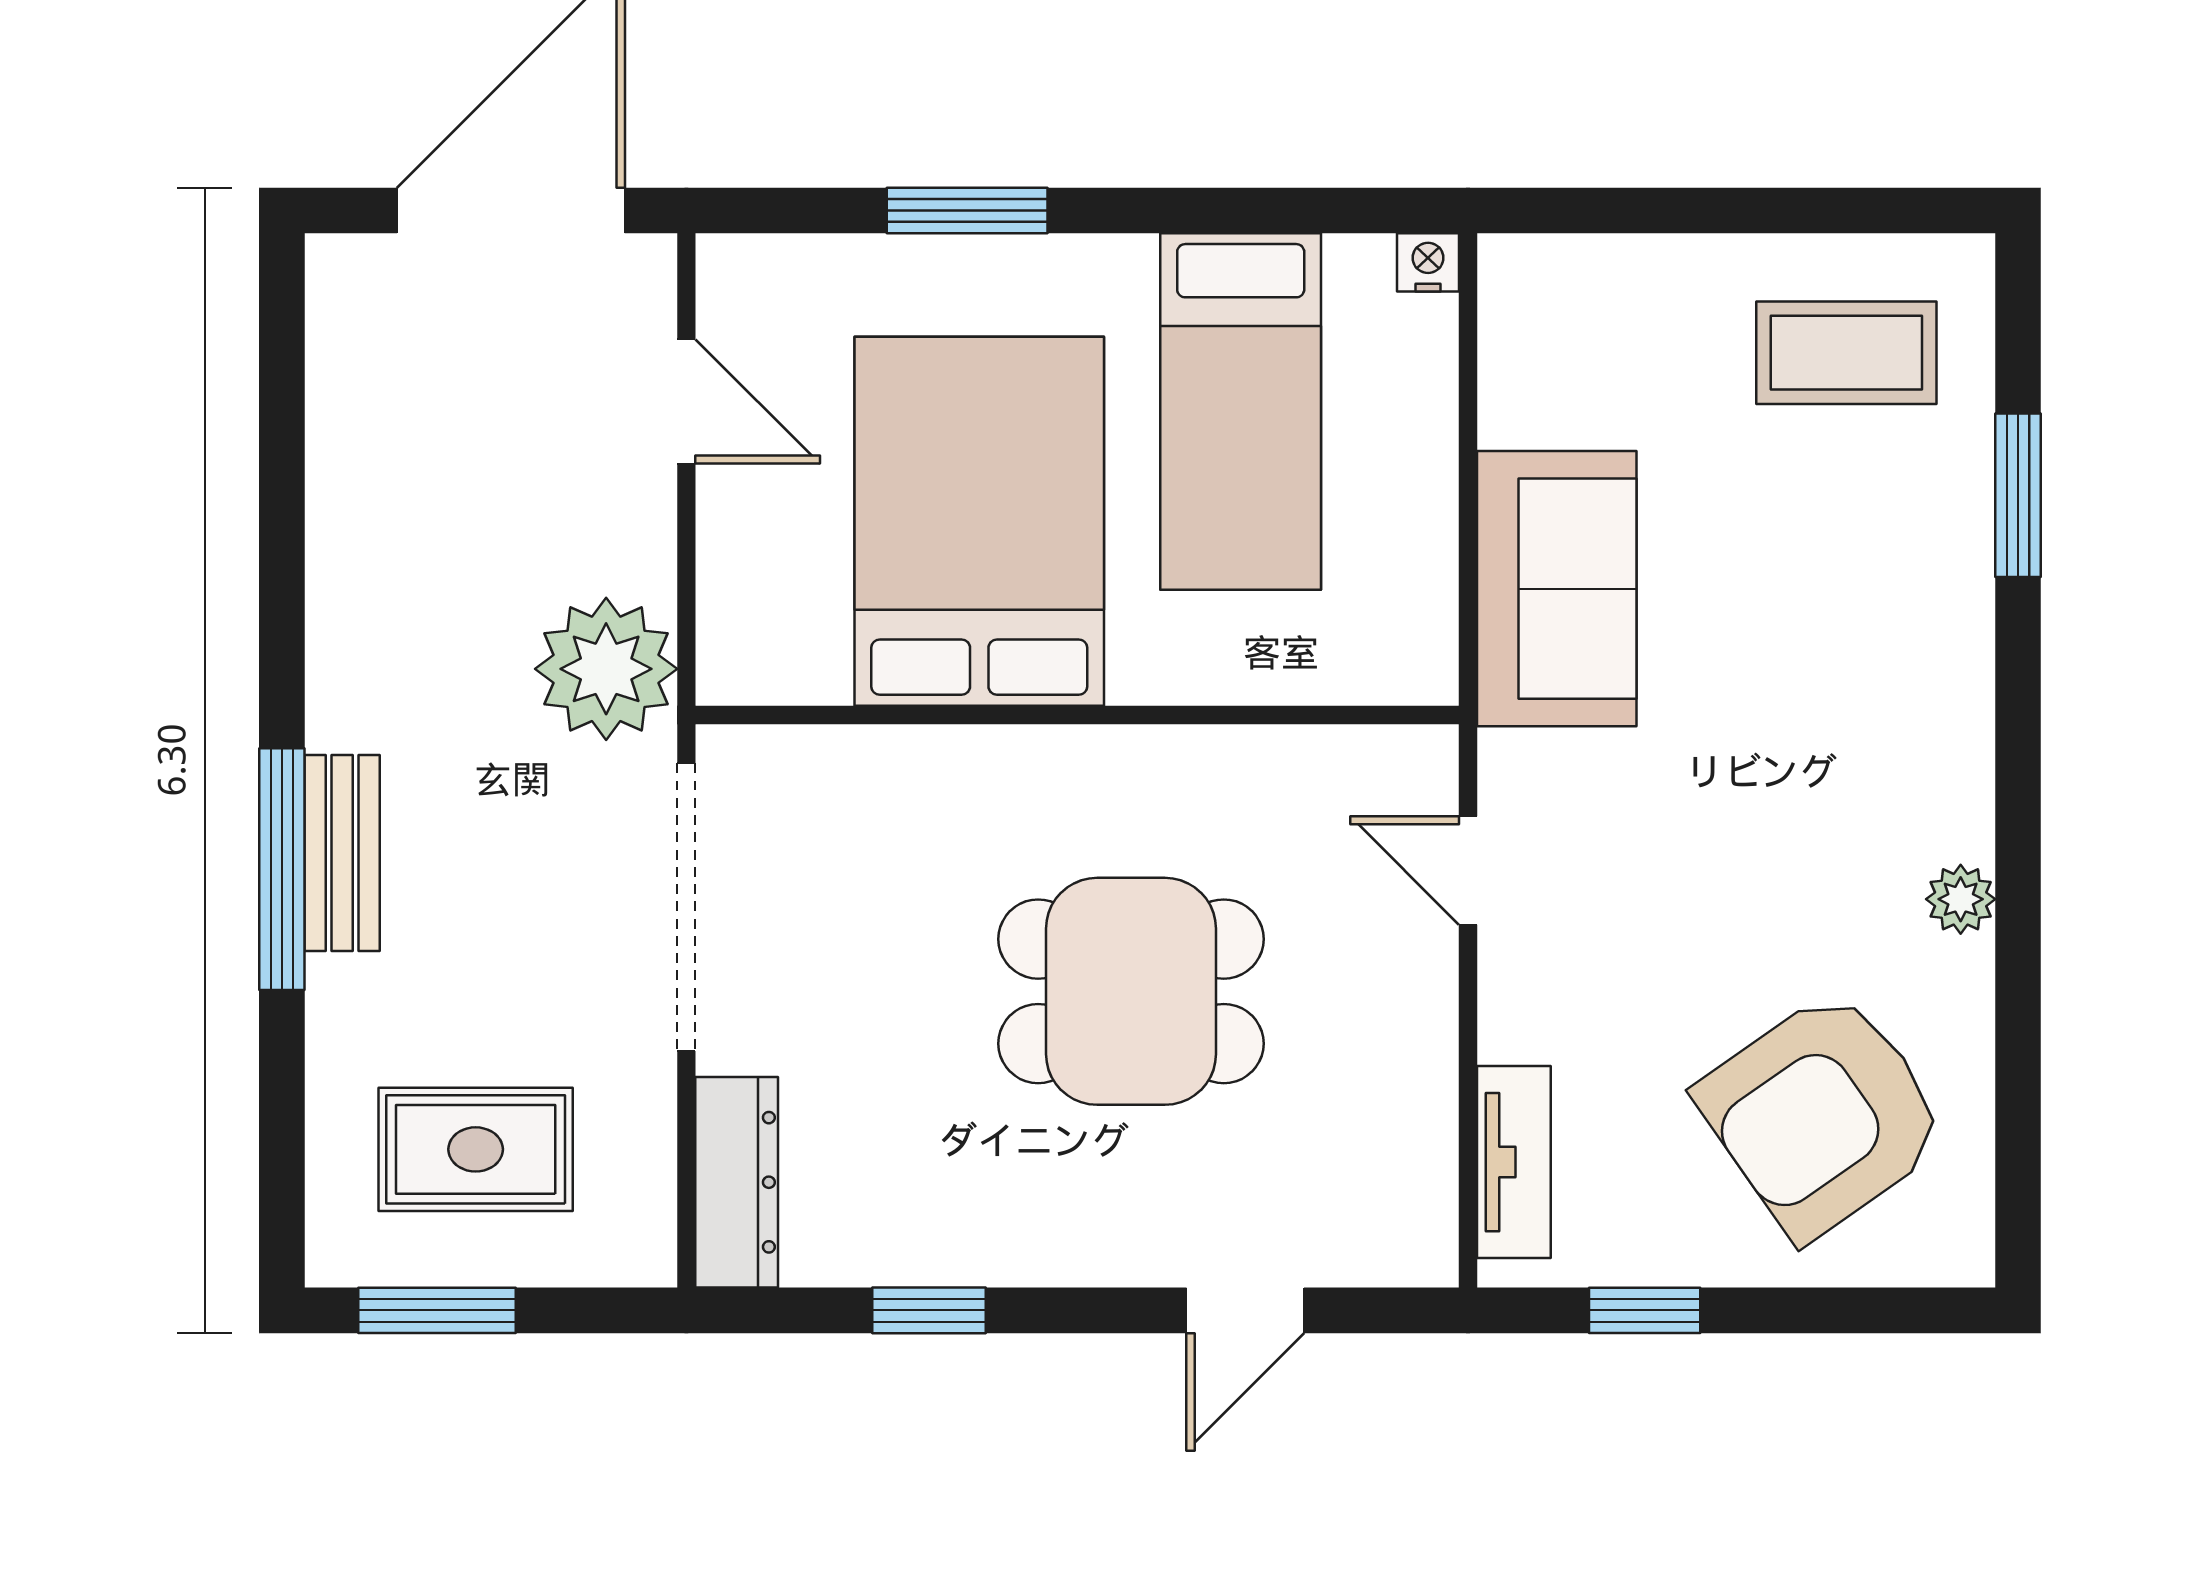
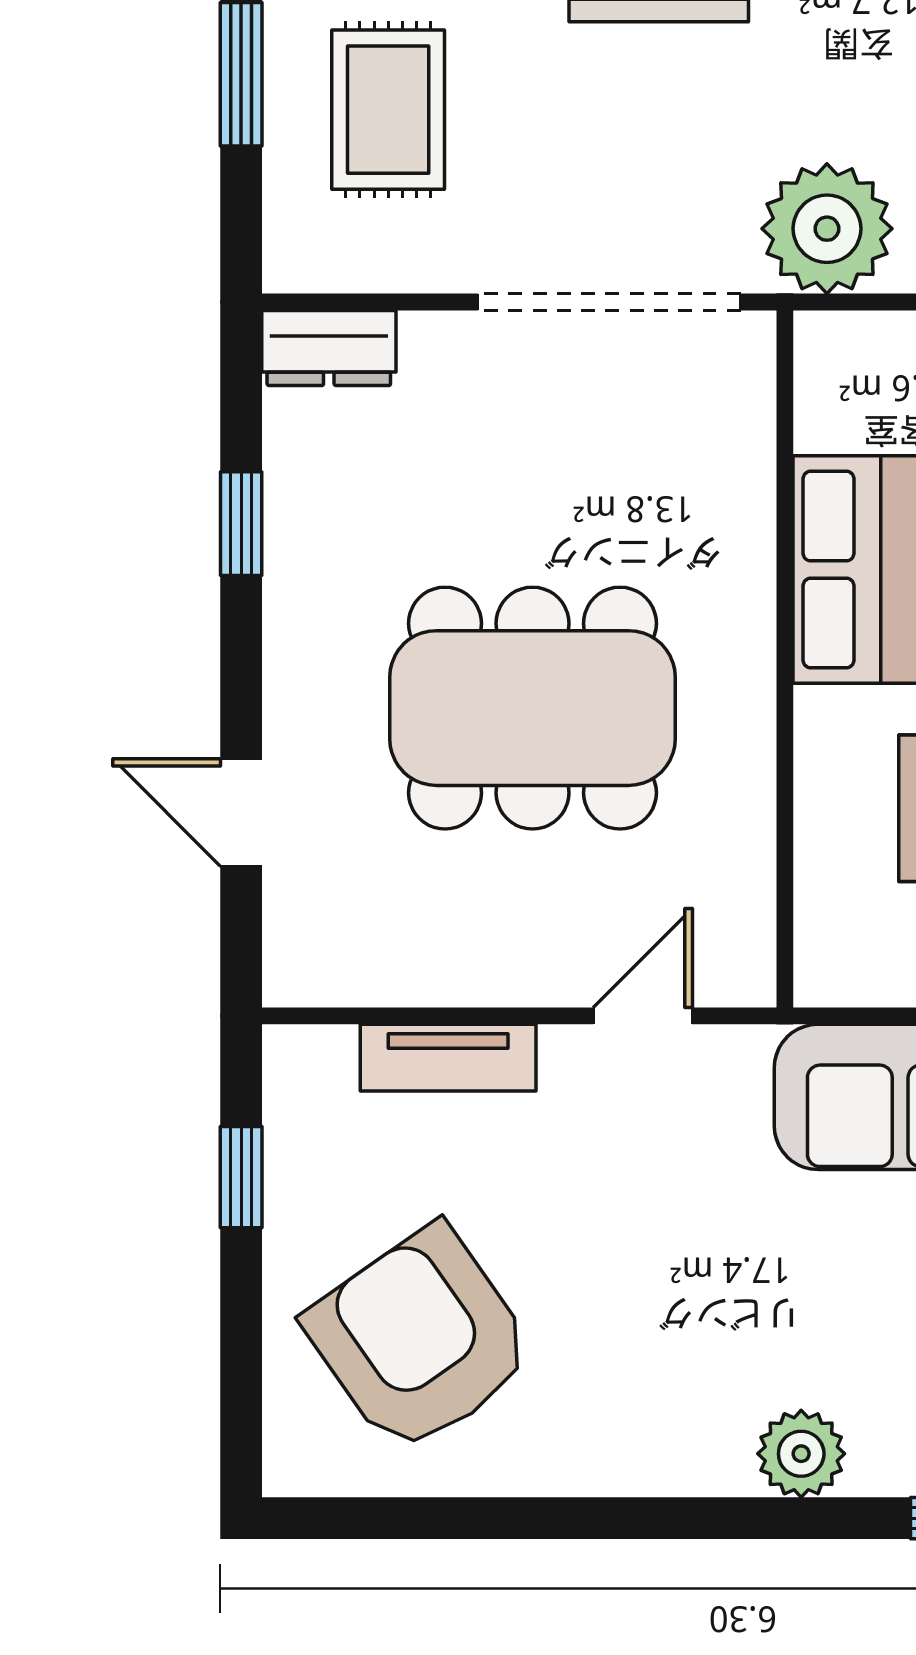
plant: (1961, 899) -> (801, 1454), moved, width x1.38, depth x1.38
dining table: (1131, 991) -> (532, 708), width x1.38
tv unit: (1514, 1162) -> (448, 1058), moved
dresser: (737, 1182) -> (329, 348), width x0.70

